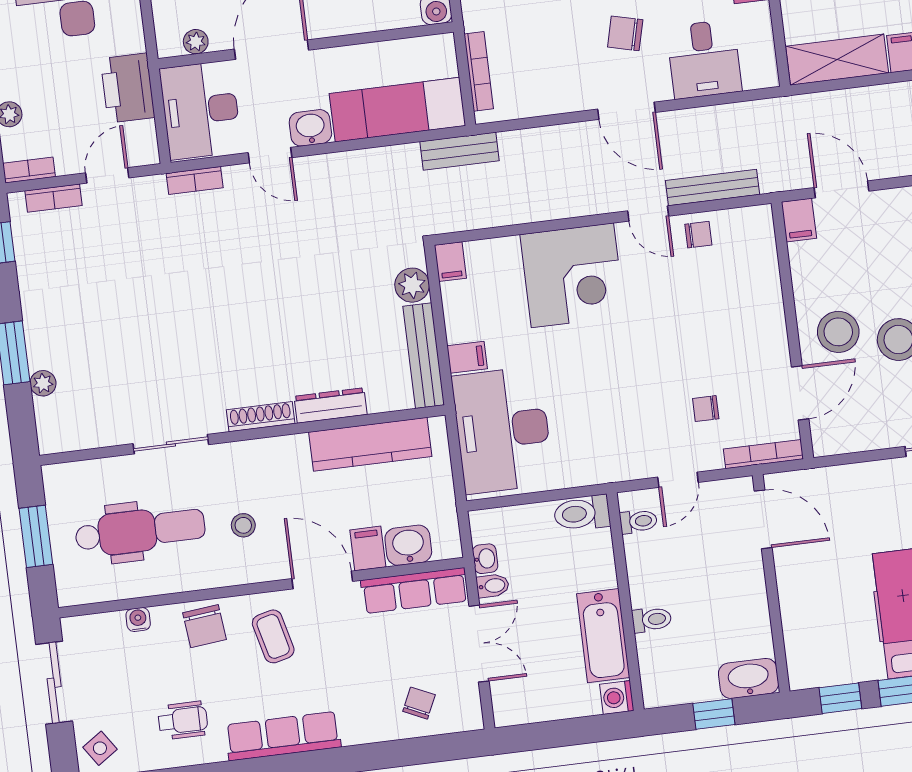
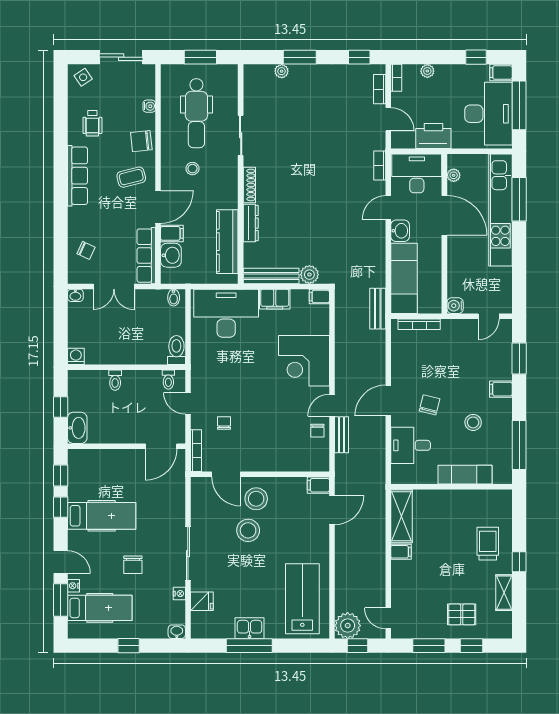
bench: (713, 188) -> (341, 435), width x0.73
filing cabinet: (467, 357) -> (275, 299), width x2.00
washbasin: (485, 559) -> (75, 295), moved
bidet: (493, 586) -> (174, 298), moved
bathtub: (603, 636) -> (110, 353), removed

